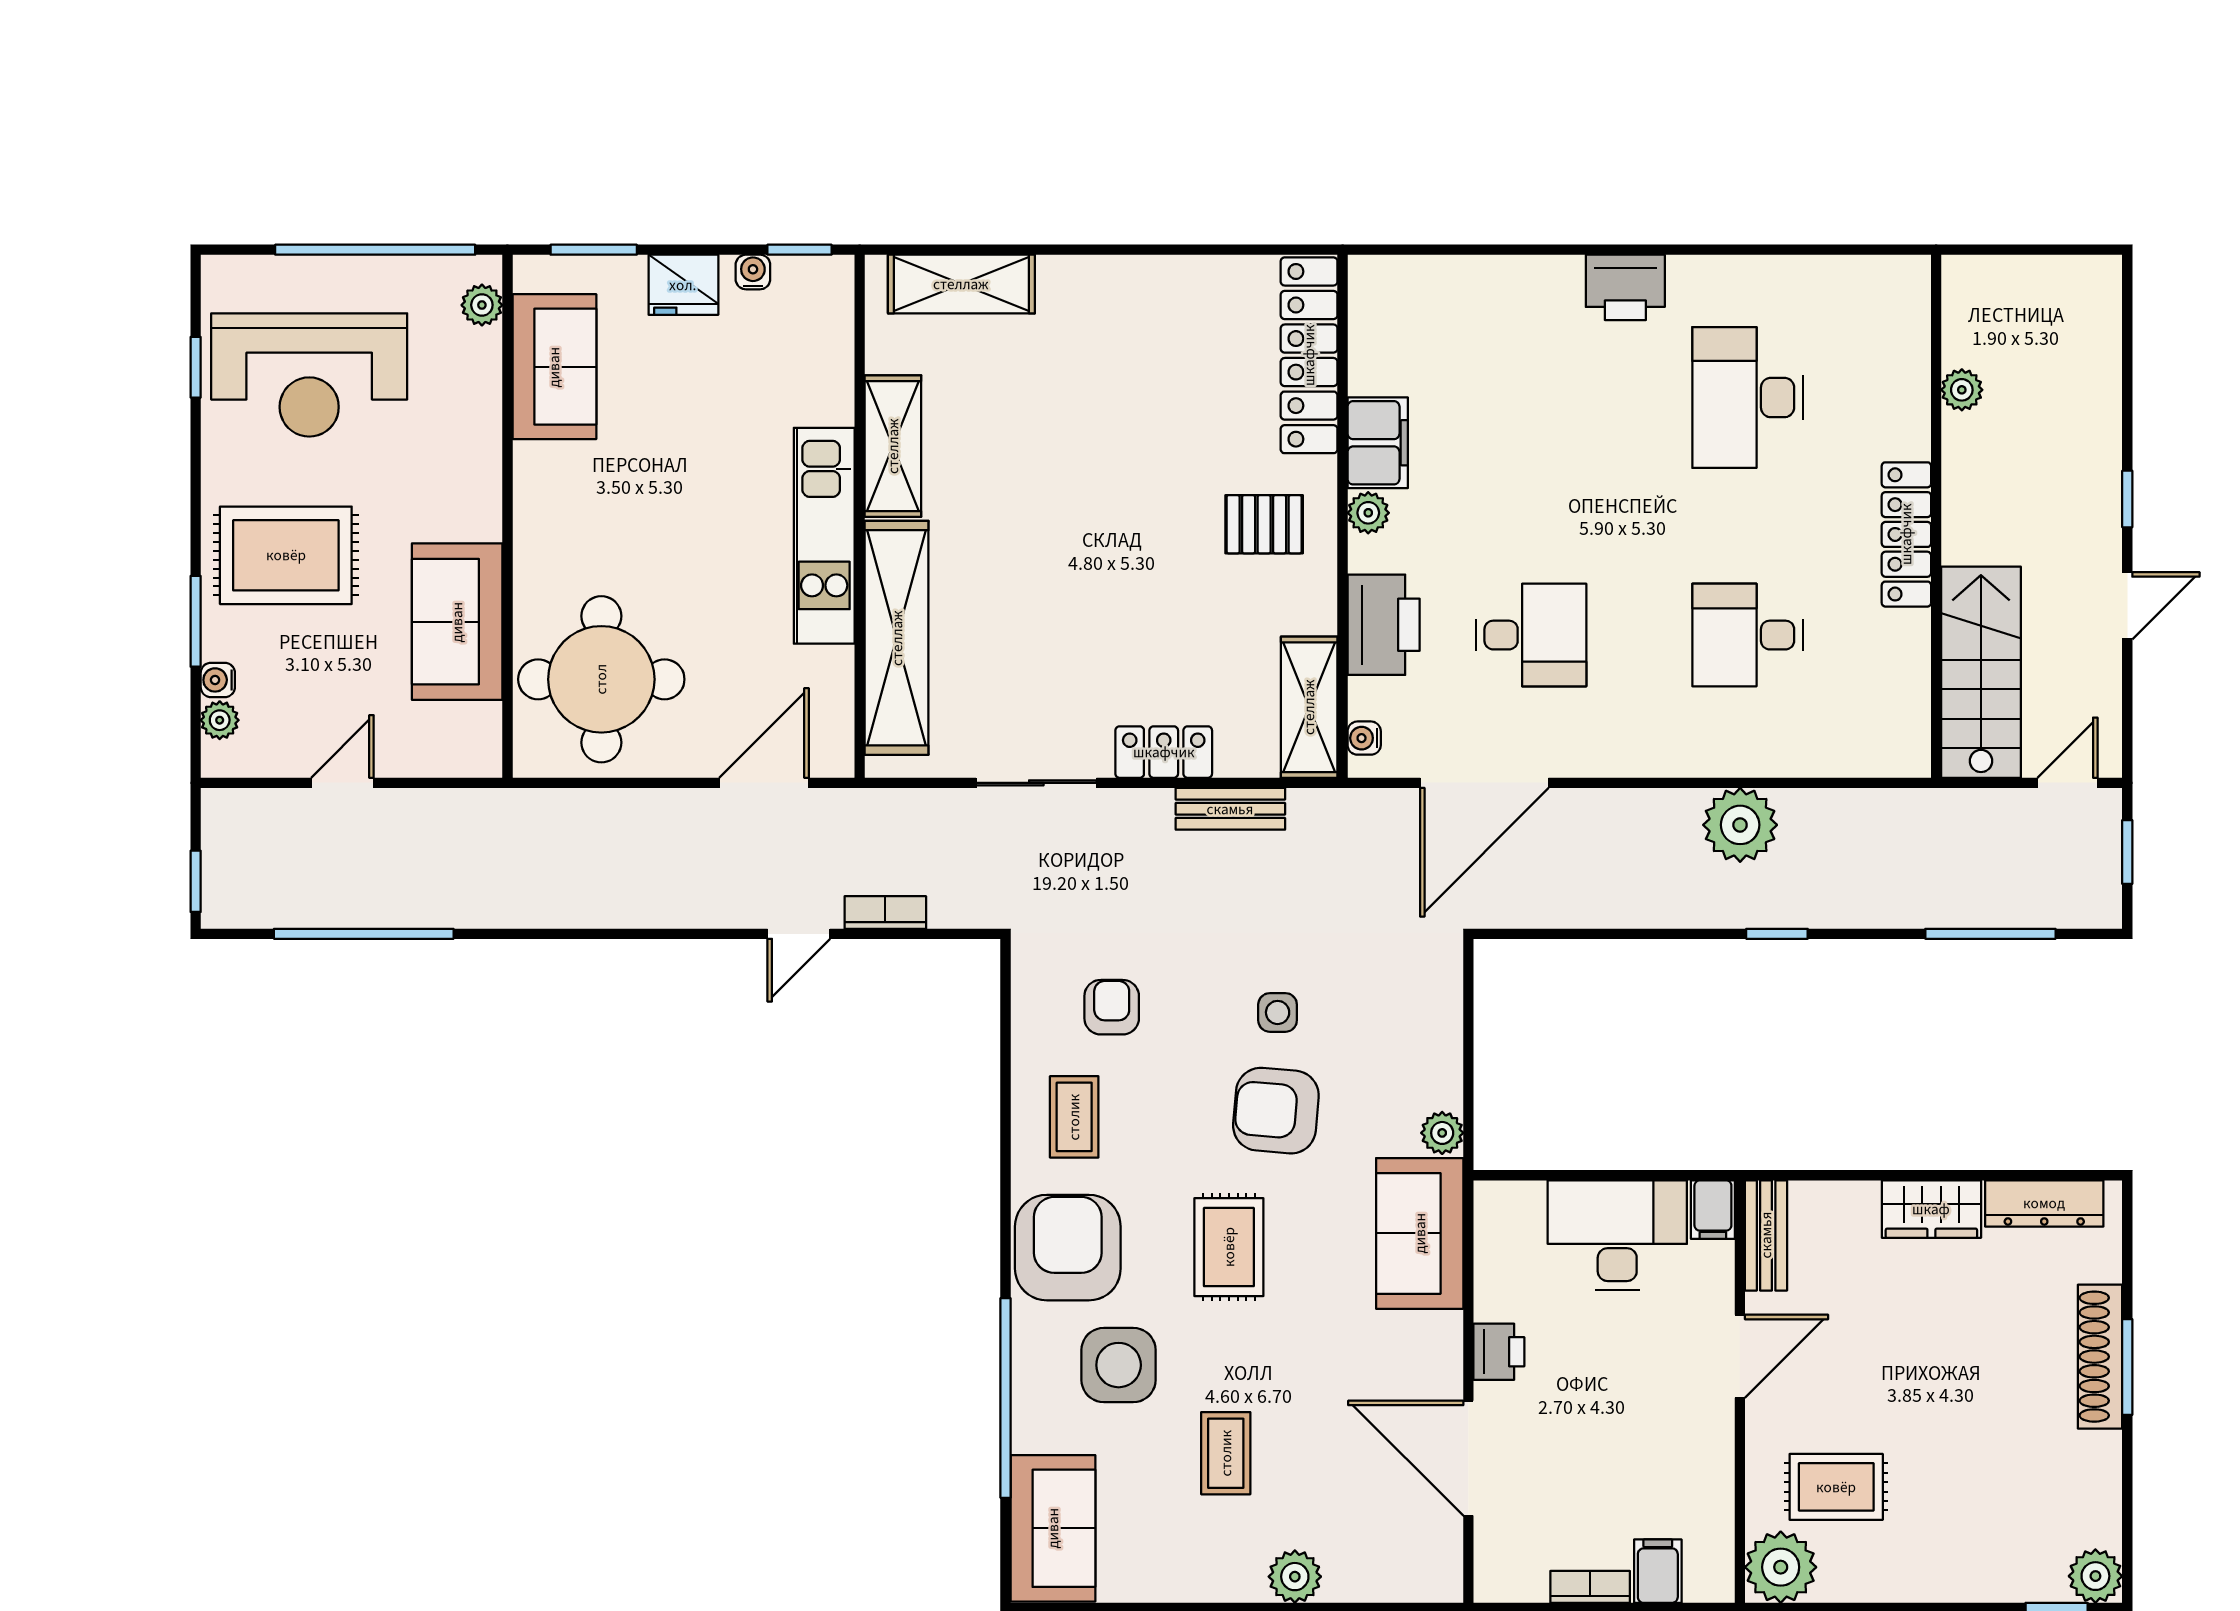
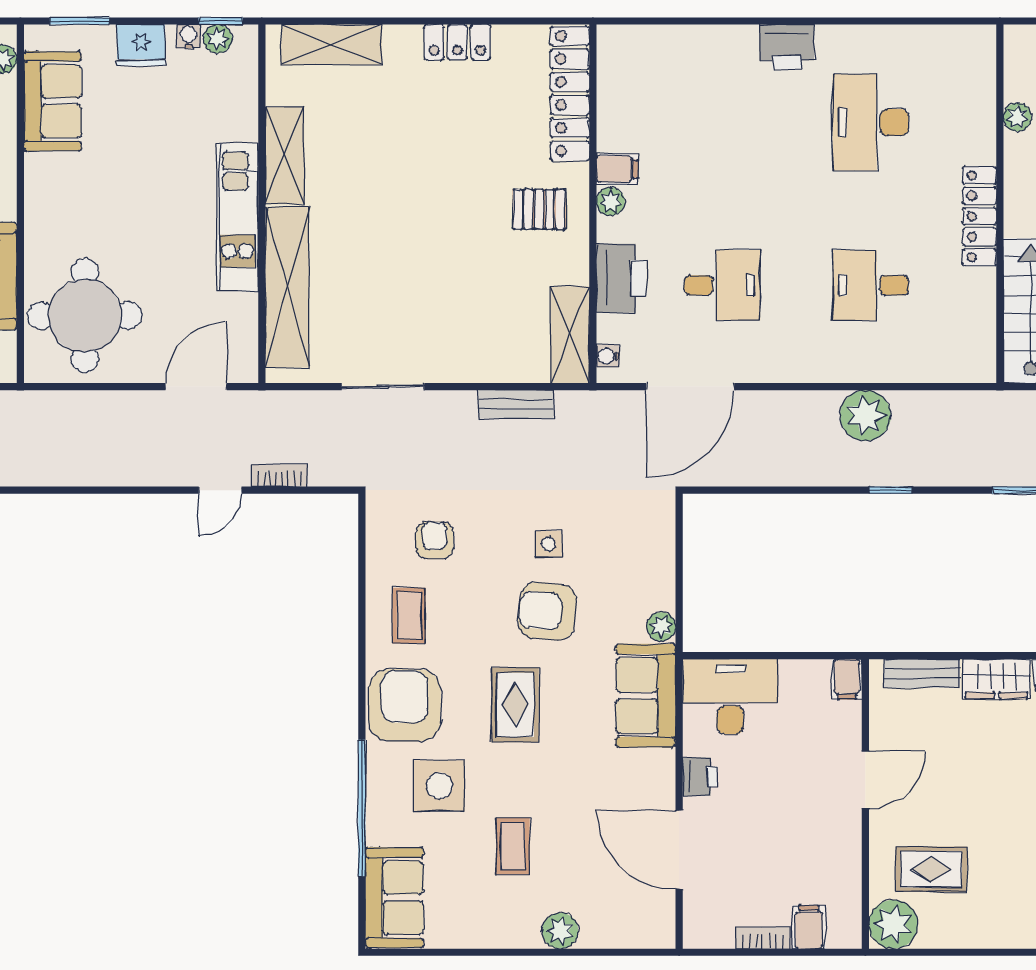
plant: (795, 276) -> (218, 39), added
filing cabinet: (1378, 443) -> (617, 169), width x0.50
locker: (1164, 752) -> (457, 42), moved, turned 180
desk: (1617, 1235) -> (730, 697), moved
bench: (1766, 1235) -> (922, 674), moved, turned 90

